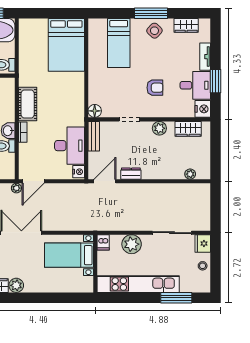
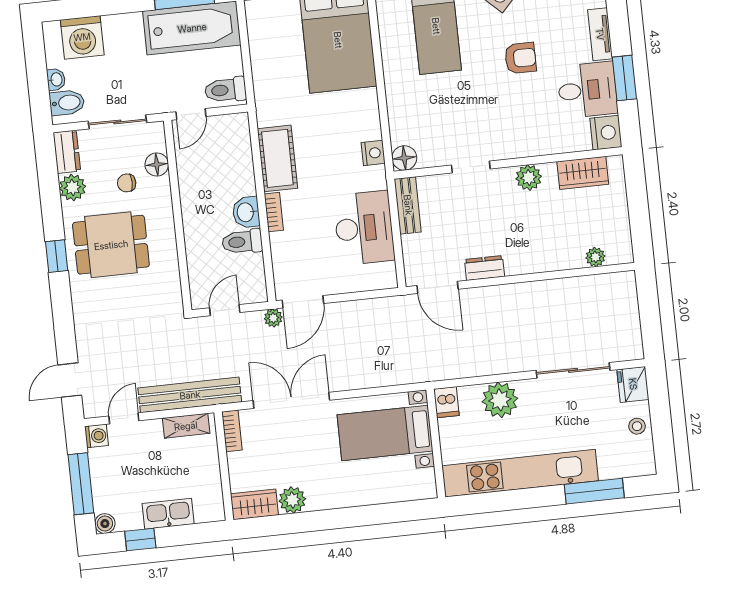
armchair: (155, 88) -> (520, 58), moved
nightstand: (79, 172) -> (373, 153), moved
door: (105, 181) -> (438, 287), swing flipped

